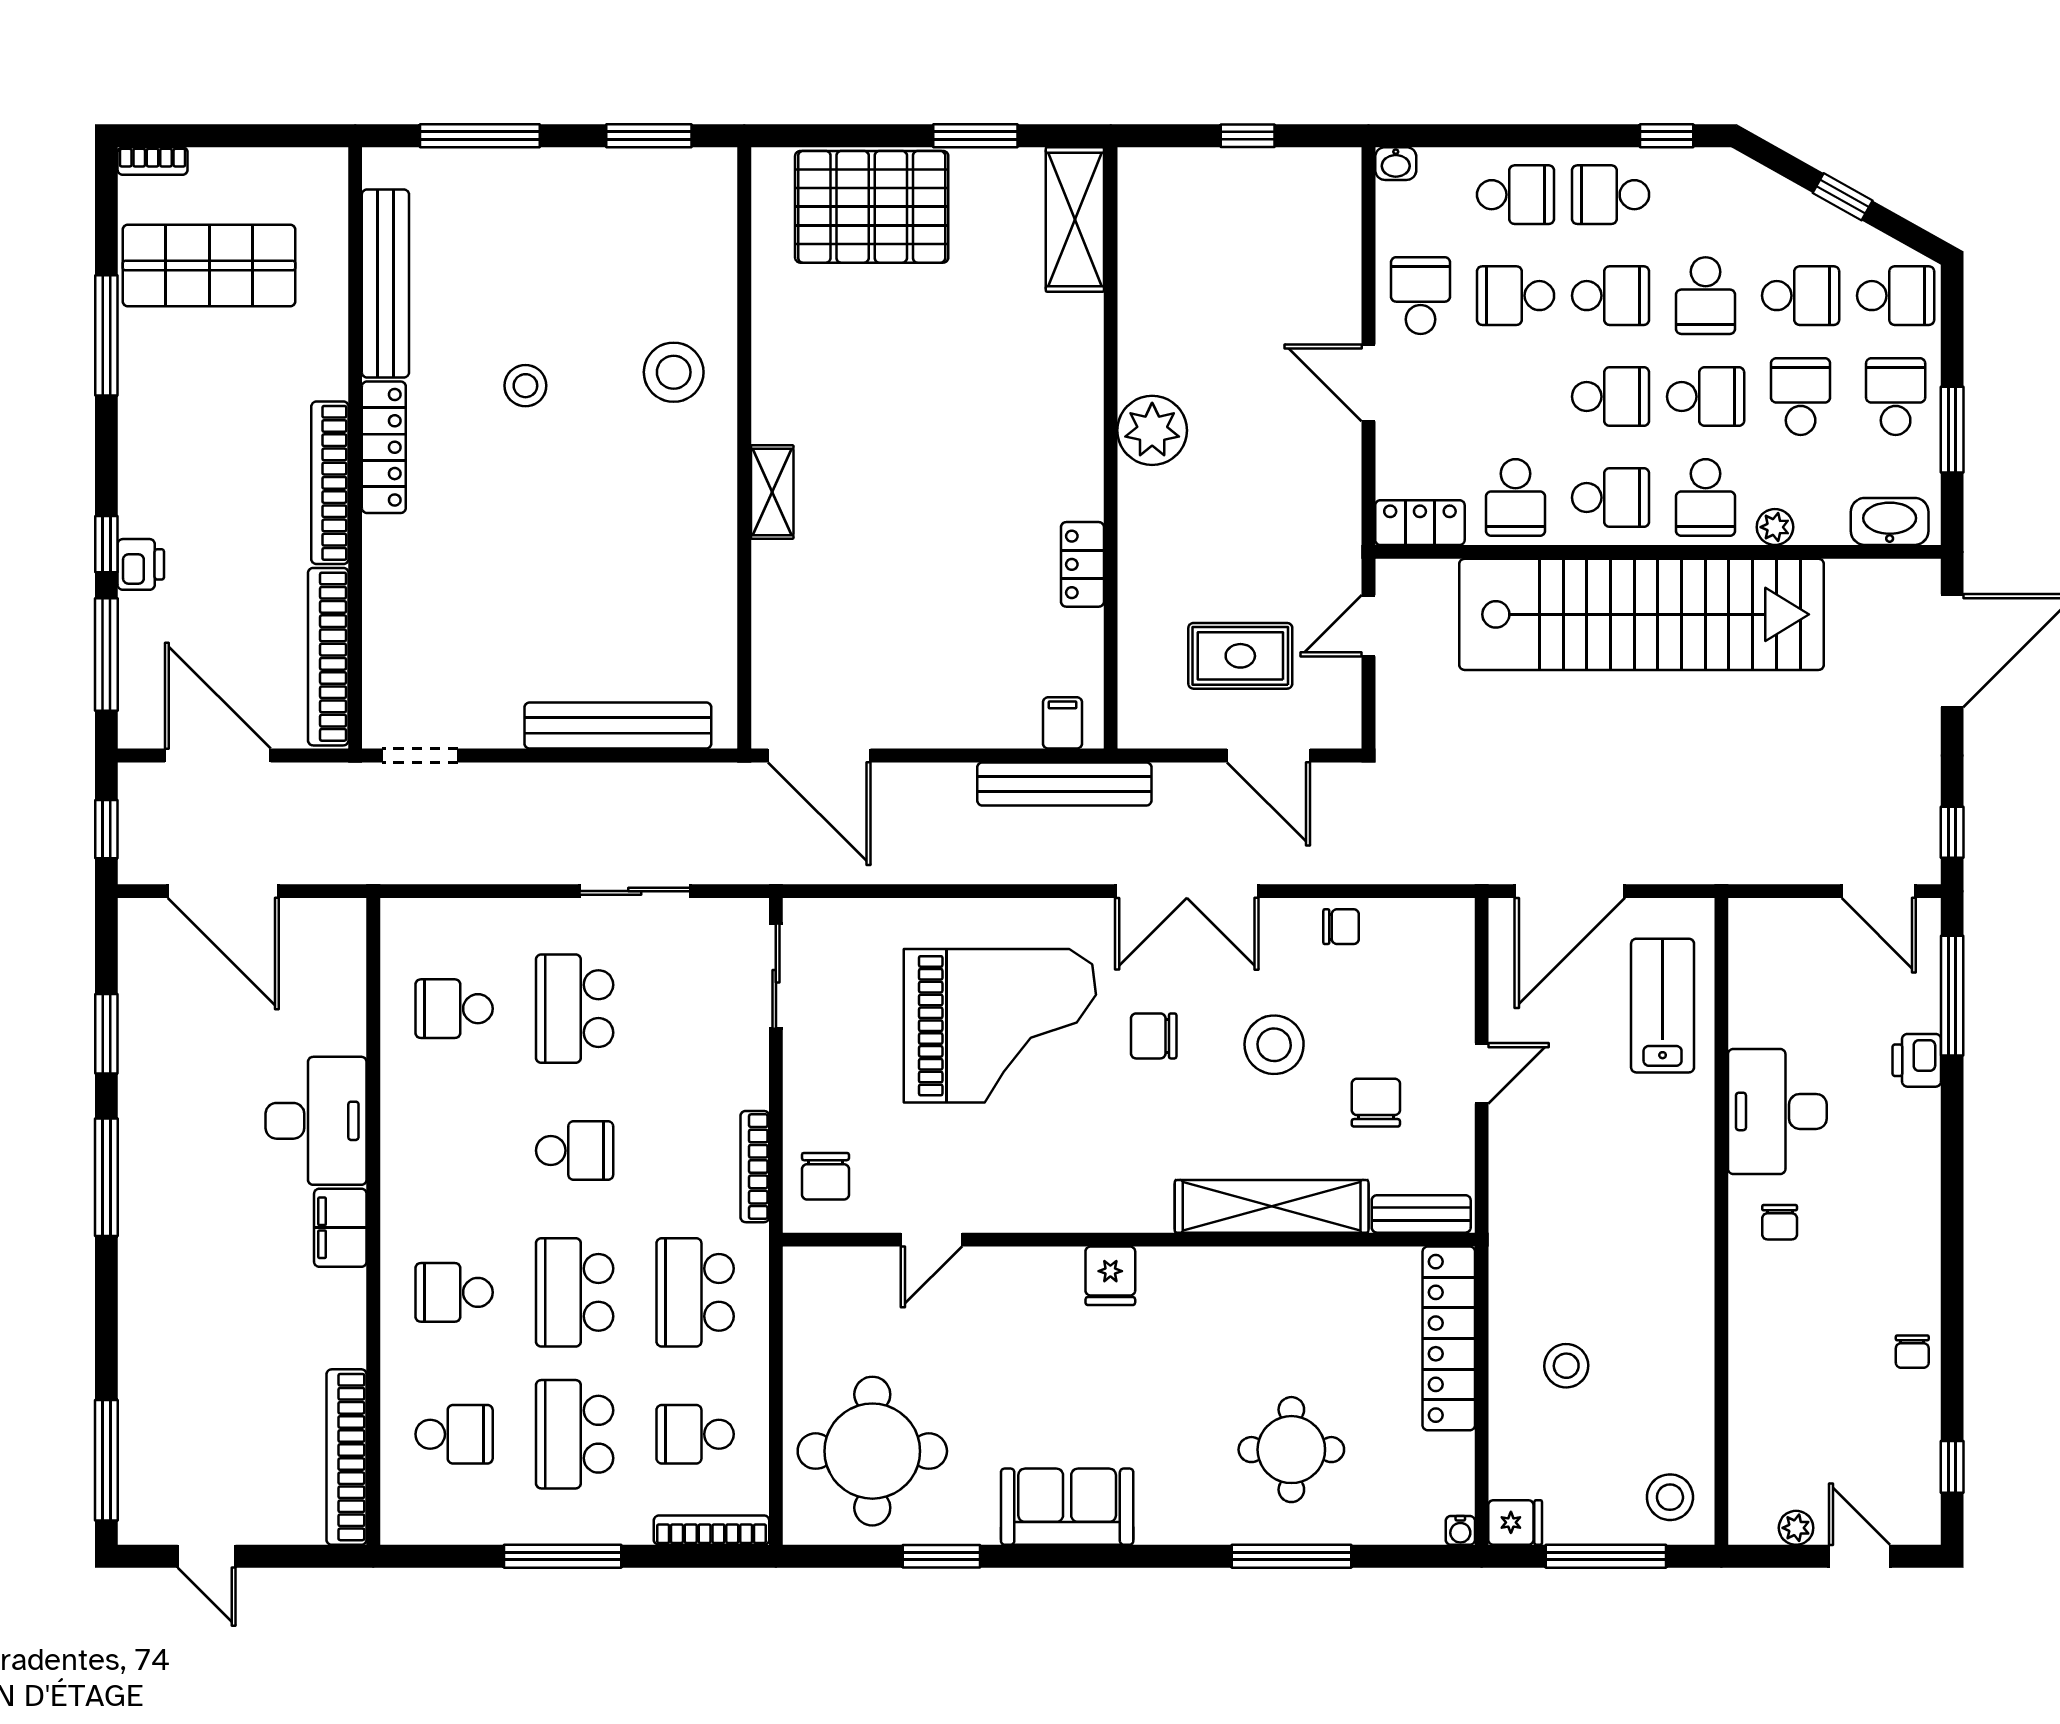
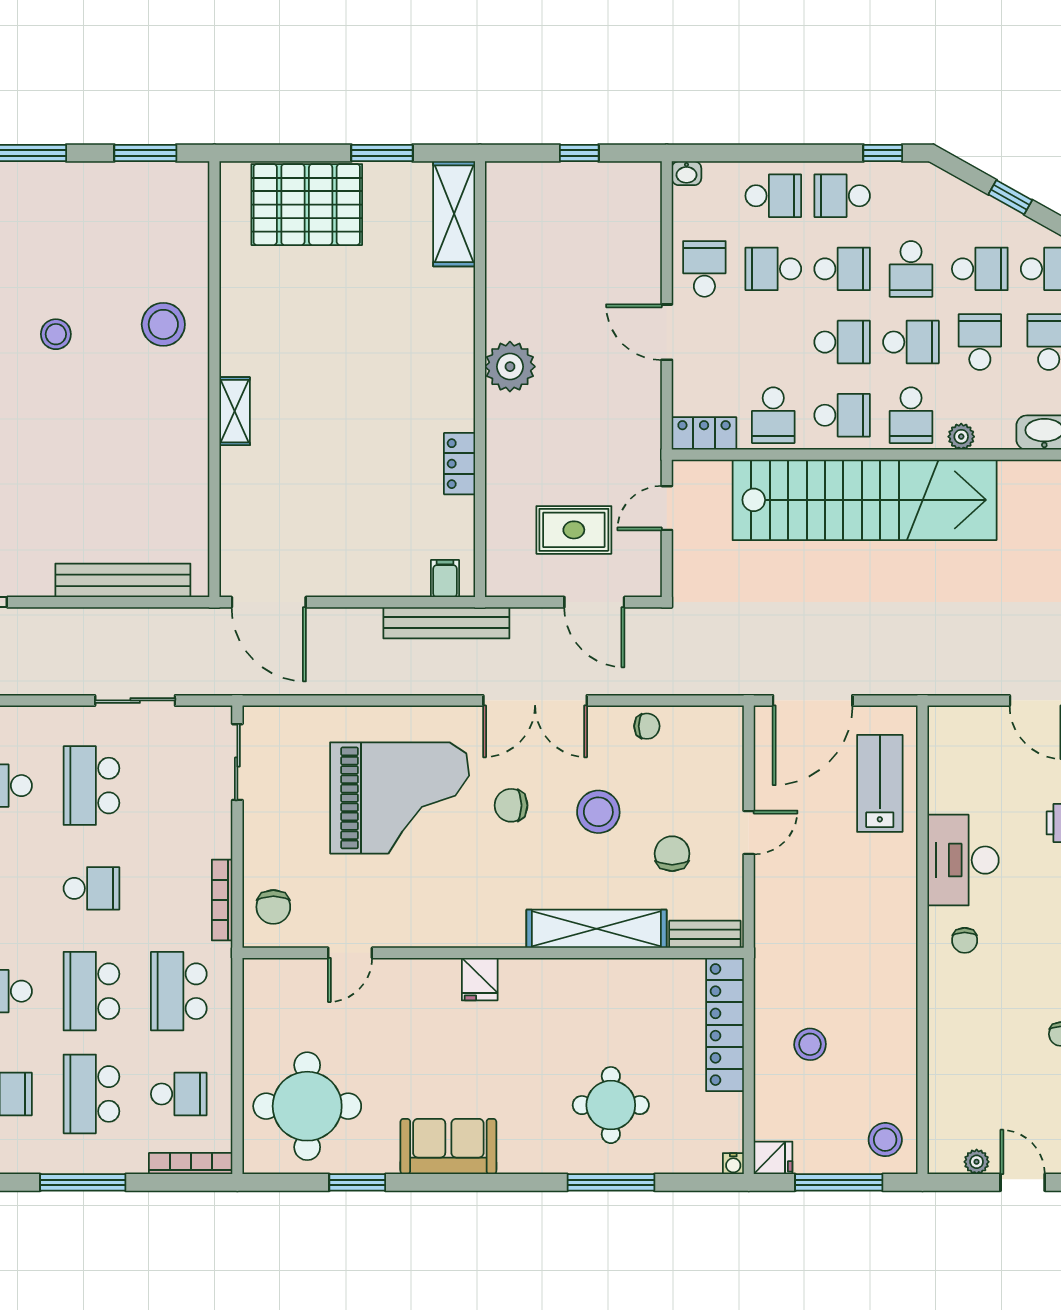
school desk: (695, 1434) -> (179, 1094), turned 180

